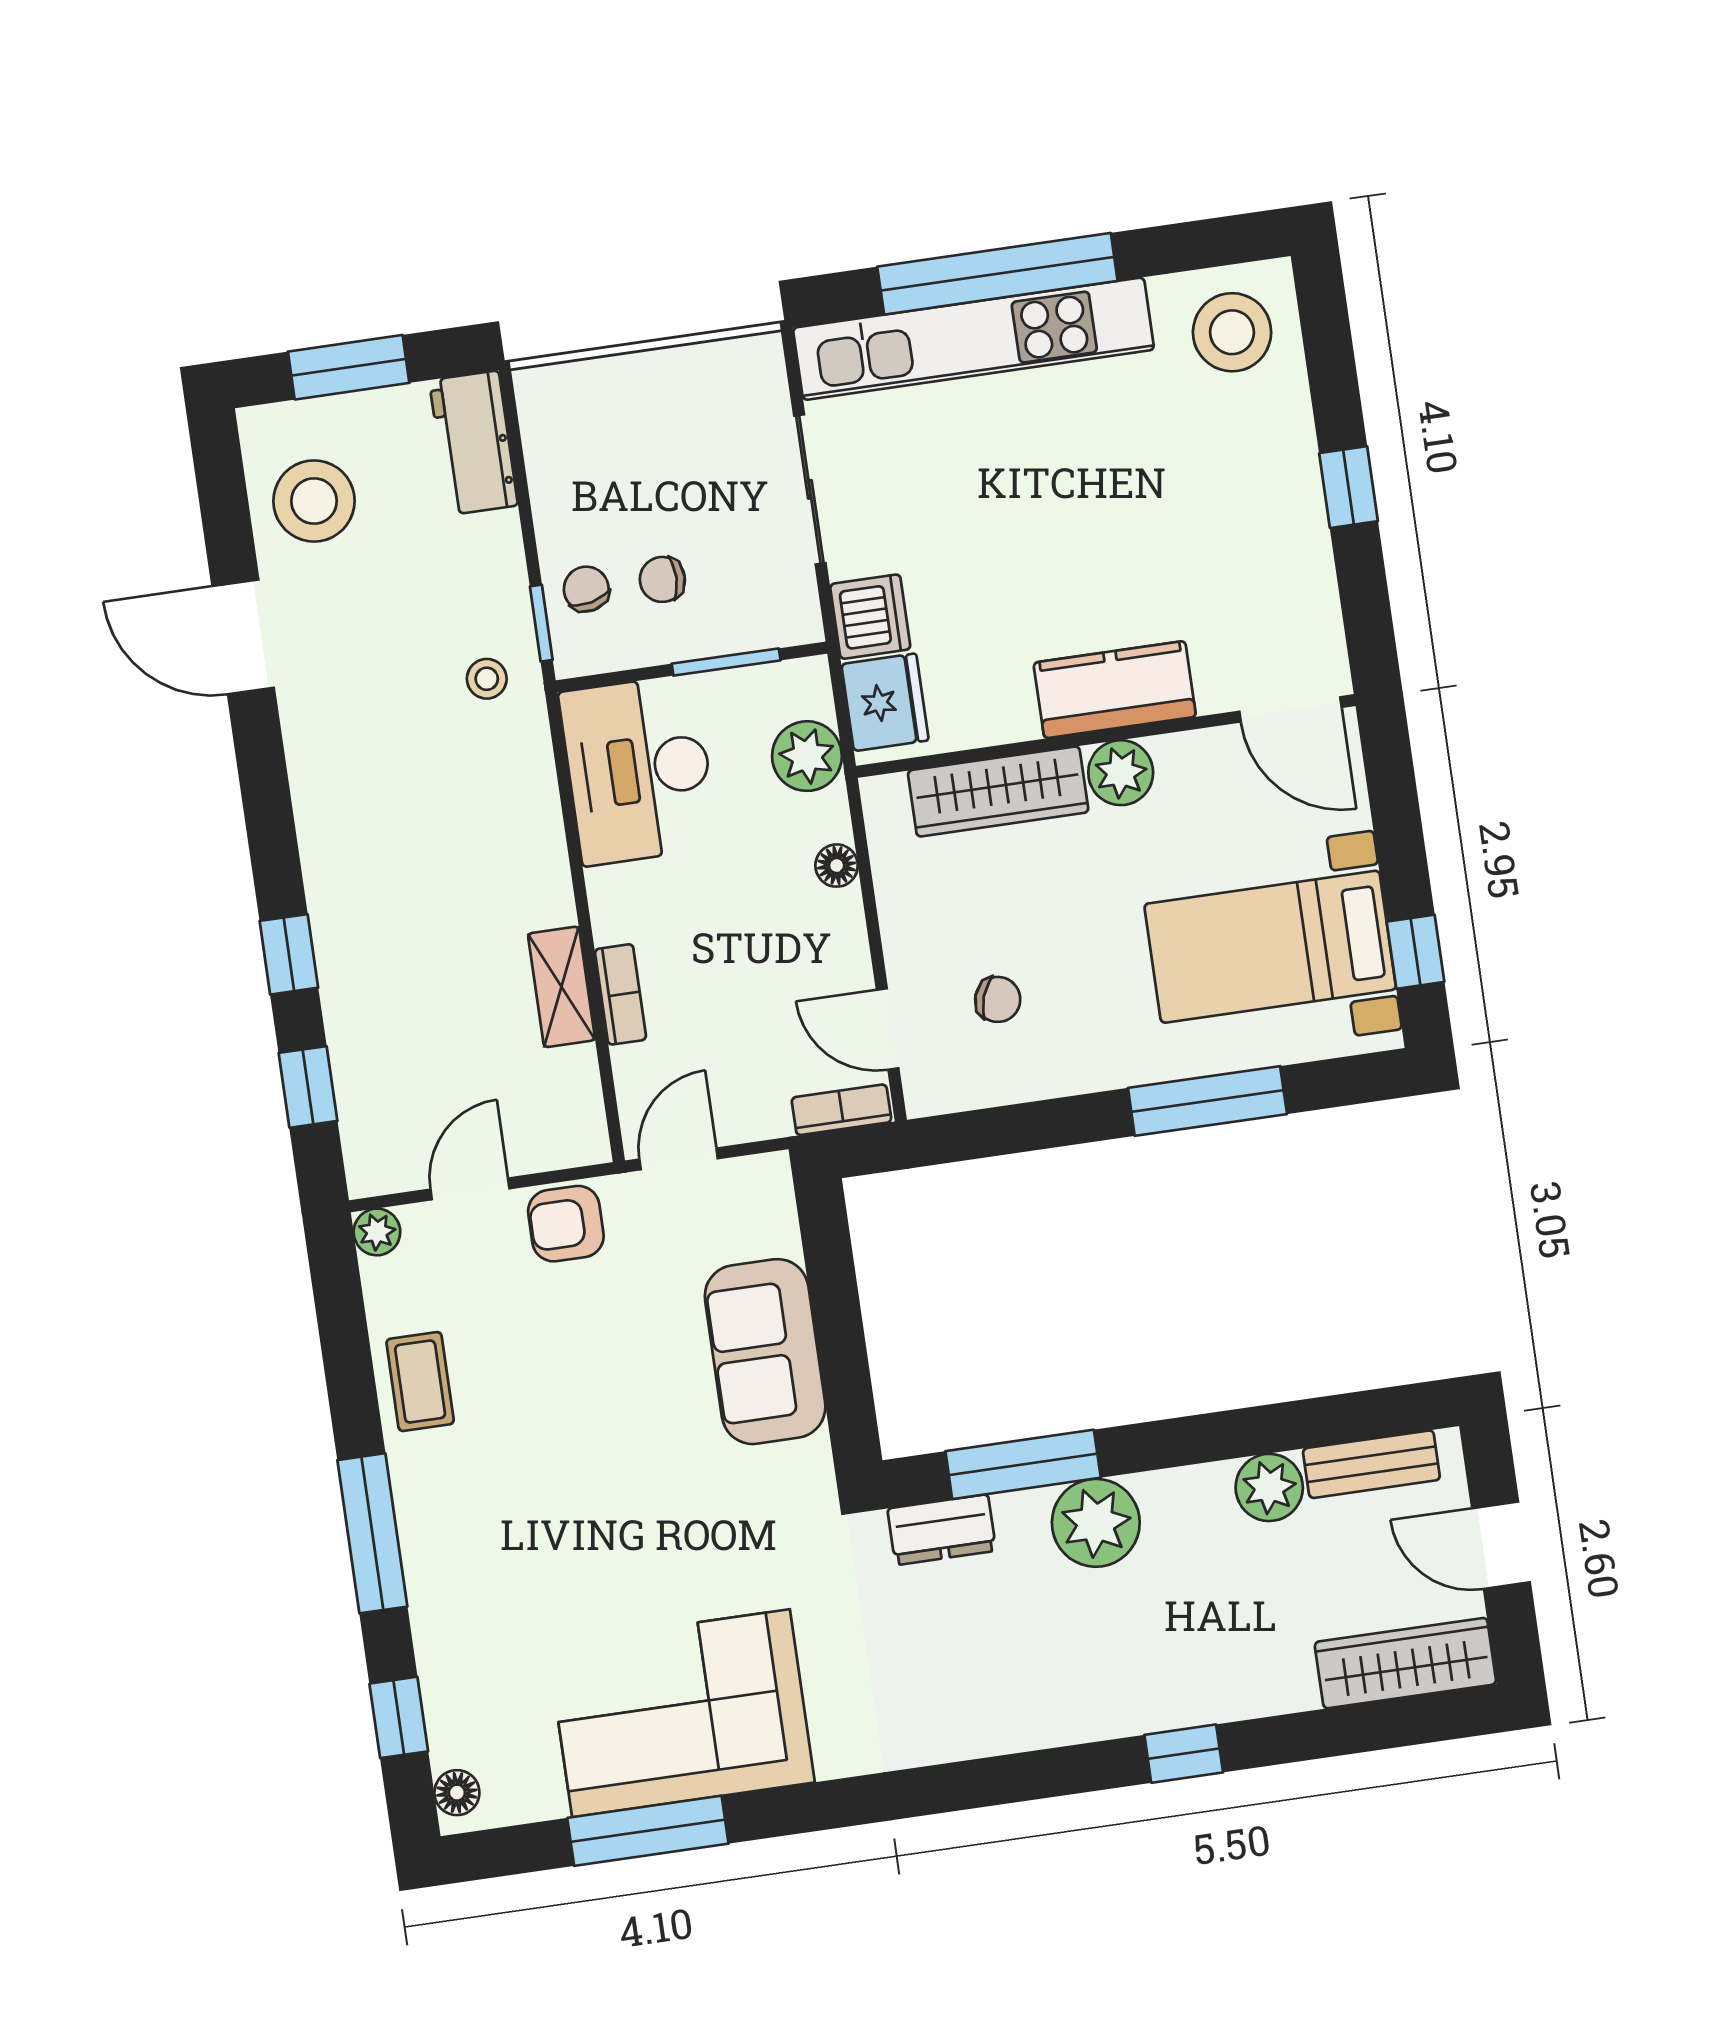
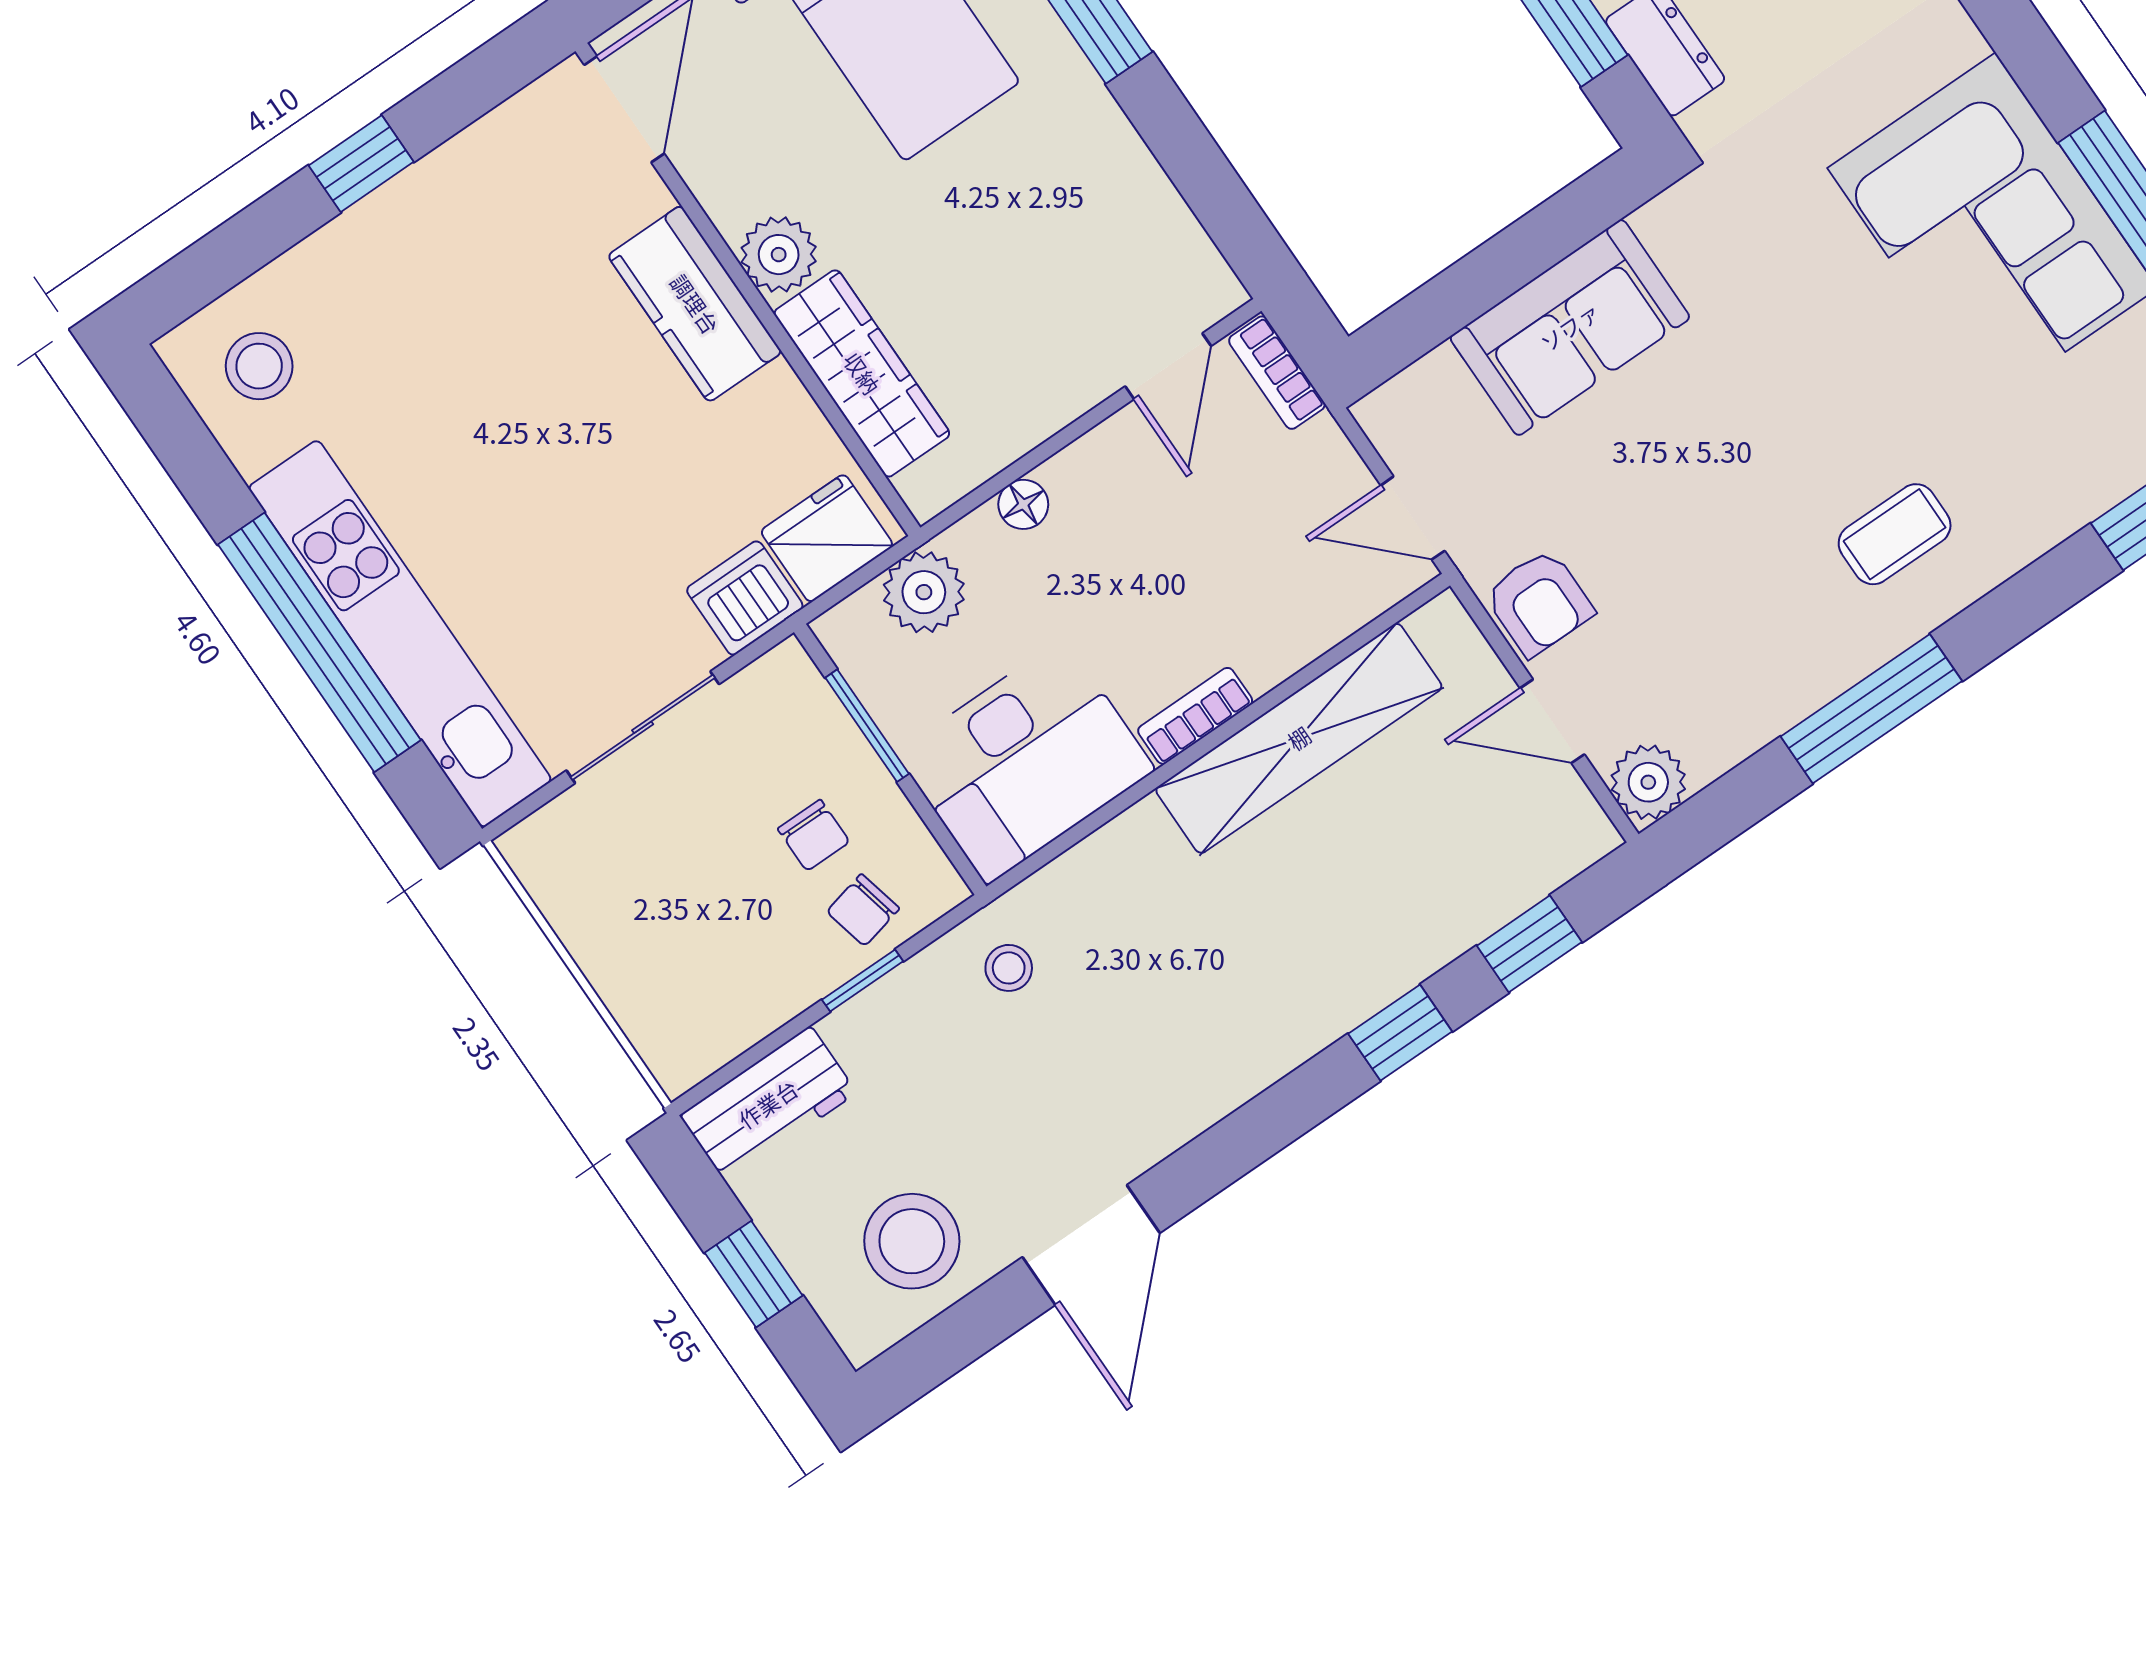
stool: (1232, 332) -> (259, 366), width x0.73, depth x0.73
window: (349, 367) -> (754, 1274), width x0.67
window: (541, 623) -> (863, 980), moved
shelving: (561, 987) -> (1299, 738), width x2.20, depth x1.33
bookcase: (620, 994) -> (1195, 716), moved
chair: (998, 999) -> (1080, 266), removed
plant: (377, 1232) -> (1648, 782), width x1.38, depth x1.38
coffee table: (420, 1382) -> (1895, 534), moved
window: (372, 1533) -> (1871, 709), moved

